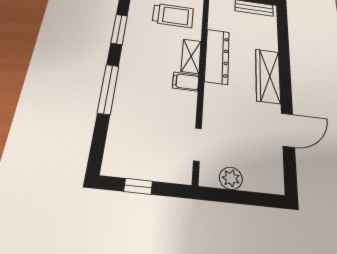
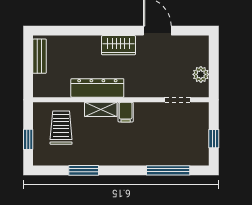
wardrobe: (268, 76) -> (118, 45), width x0.67
window: (108, 89) -> (168, 170), moved

